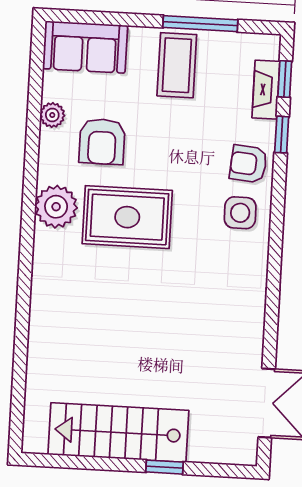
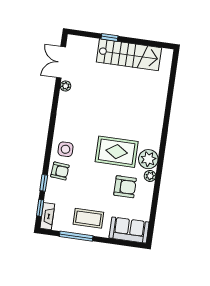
coffee table: (177, 65) -> (88, 218), turned 90
fireplace: (266, 90) -> (47, 216), moved
plant: (52, 115) -> (150, 176), moved
armchair: (102, 142) -> (125, 187), turned 90
plant: (252, 352) -> (66, 86), added

